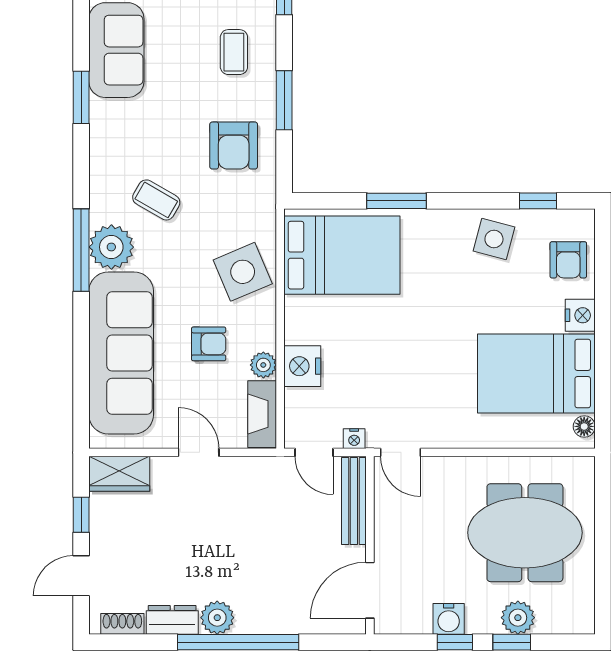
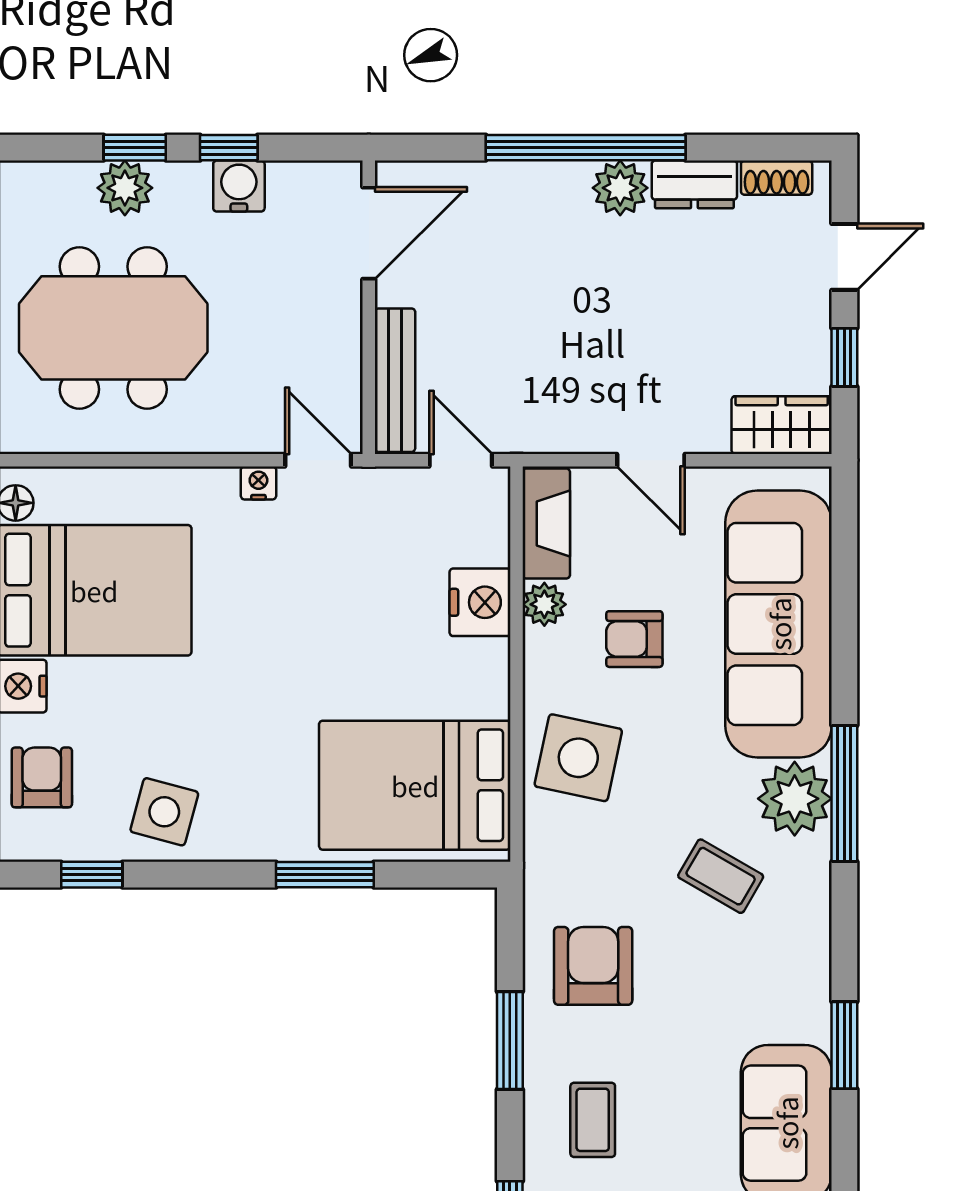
side table: (243, 272) -> (578, 758), turned 35
nightstand: (354, 439) -> (258, 483), moved

